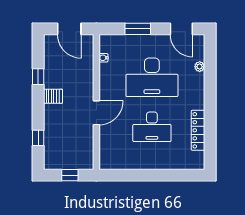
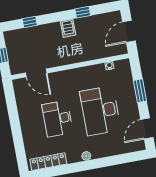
plant: (200, 67) -> (86, 156), moved
door: (96, 113) -> (36, 73), moved
locker: (198, 130) -> (48, 162), moved

